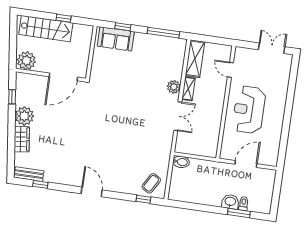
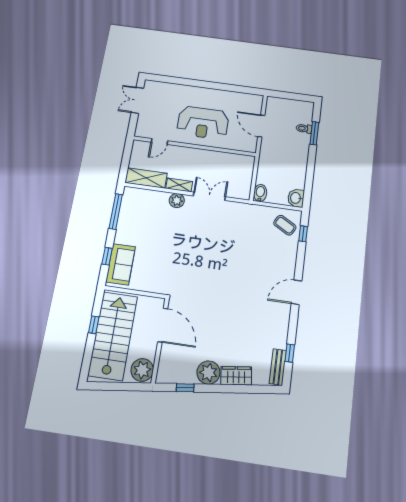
stairs: (46, 29) -> (113, 336), width x1.36, depth x1.51
washbasin: (230, 202) -> (296, 198), moved

